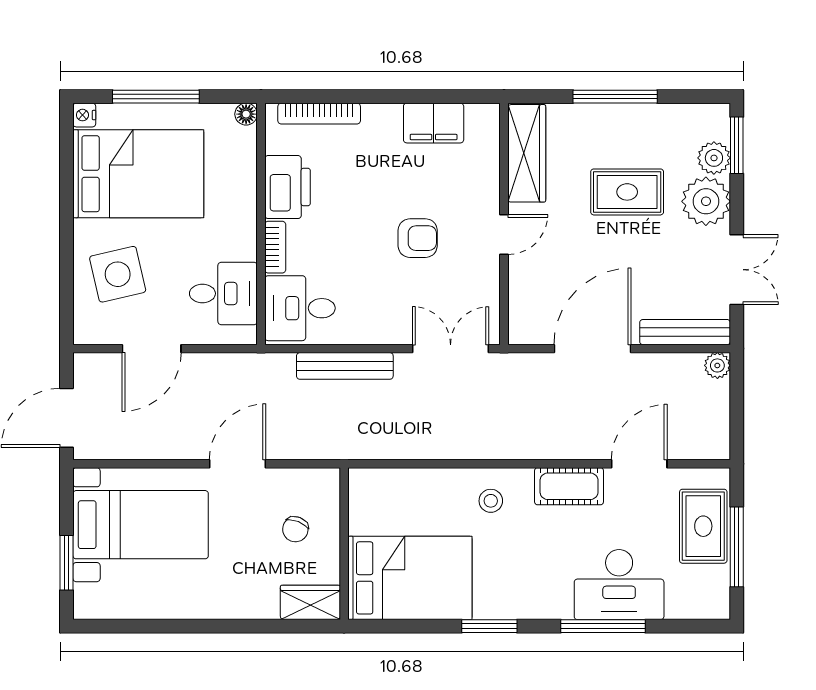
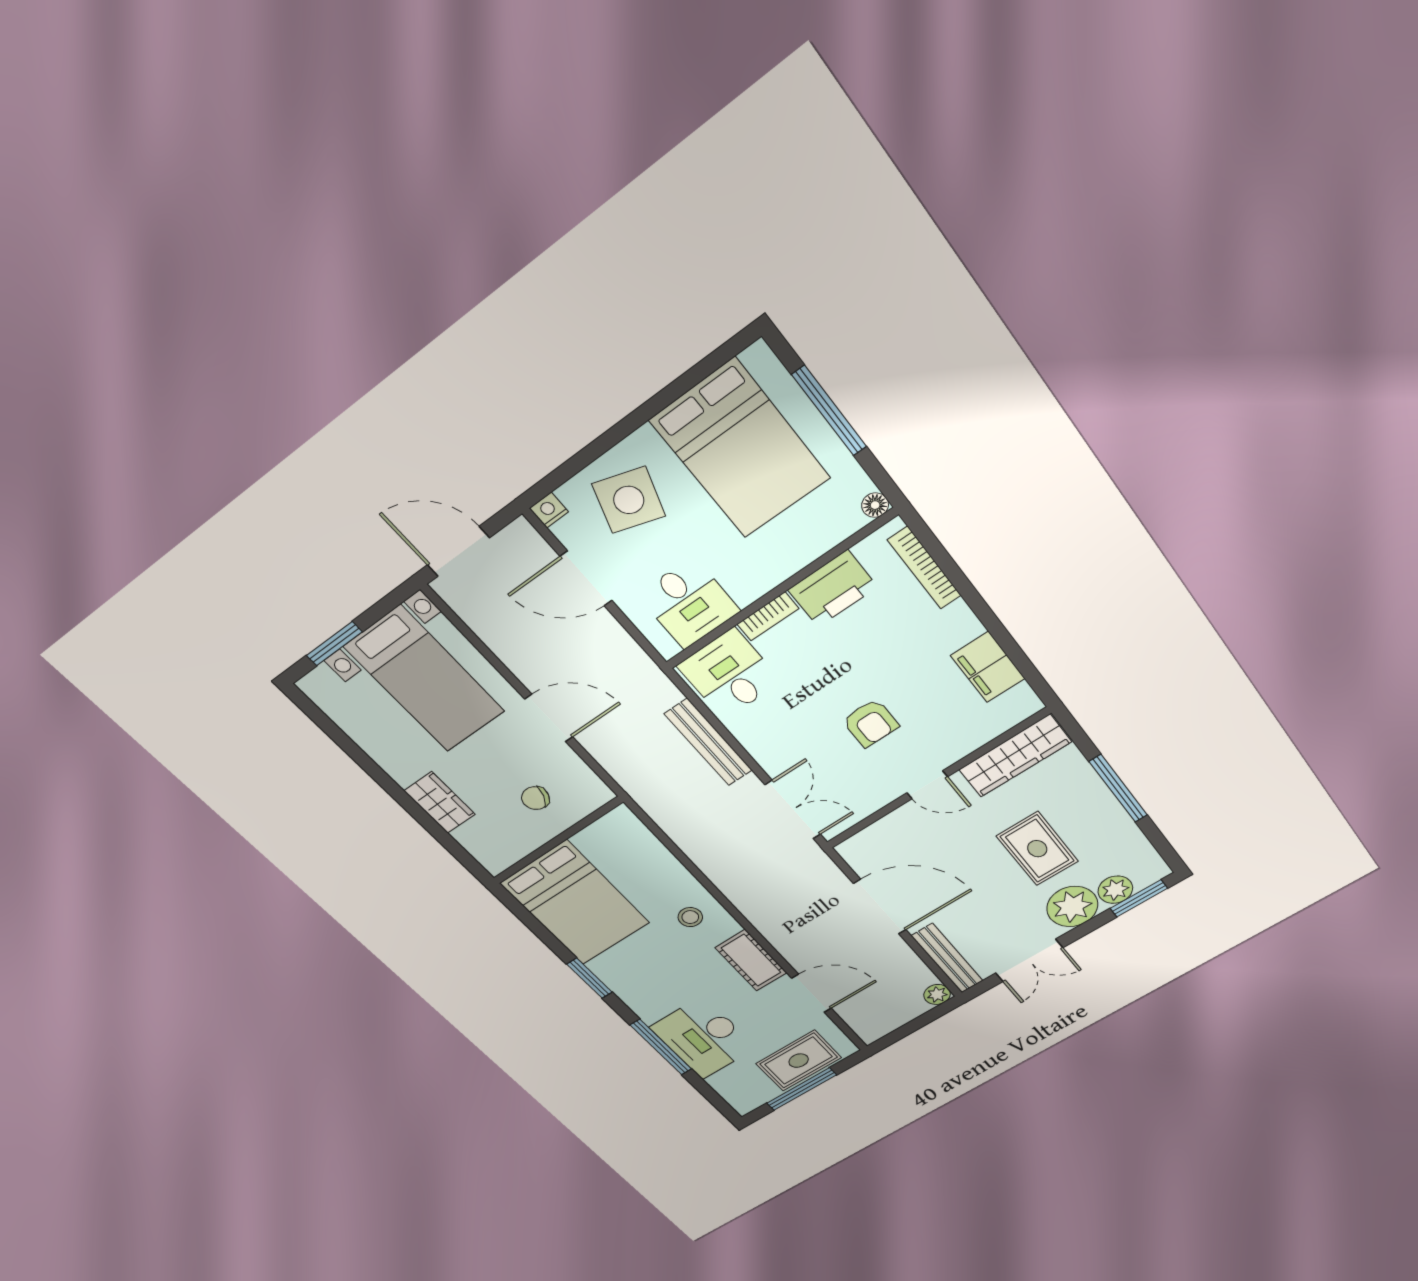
nightstand: (84, 115) -> (549, 510), moved
side table: (118, 274) -> (629, 500), turned 31
wardrobe: (310, 602) -> (440, 803), moved

